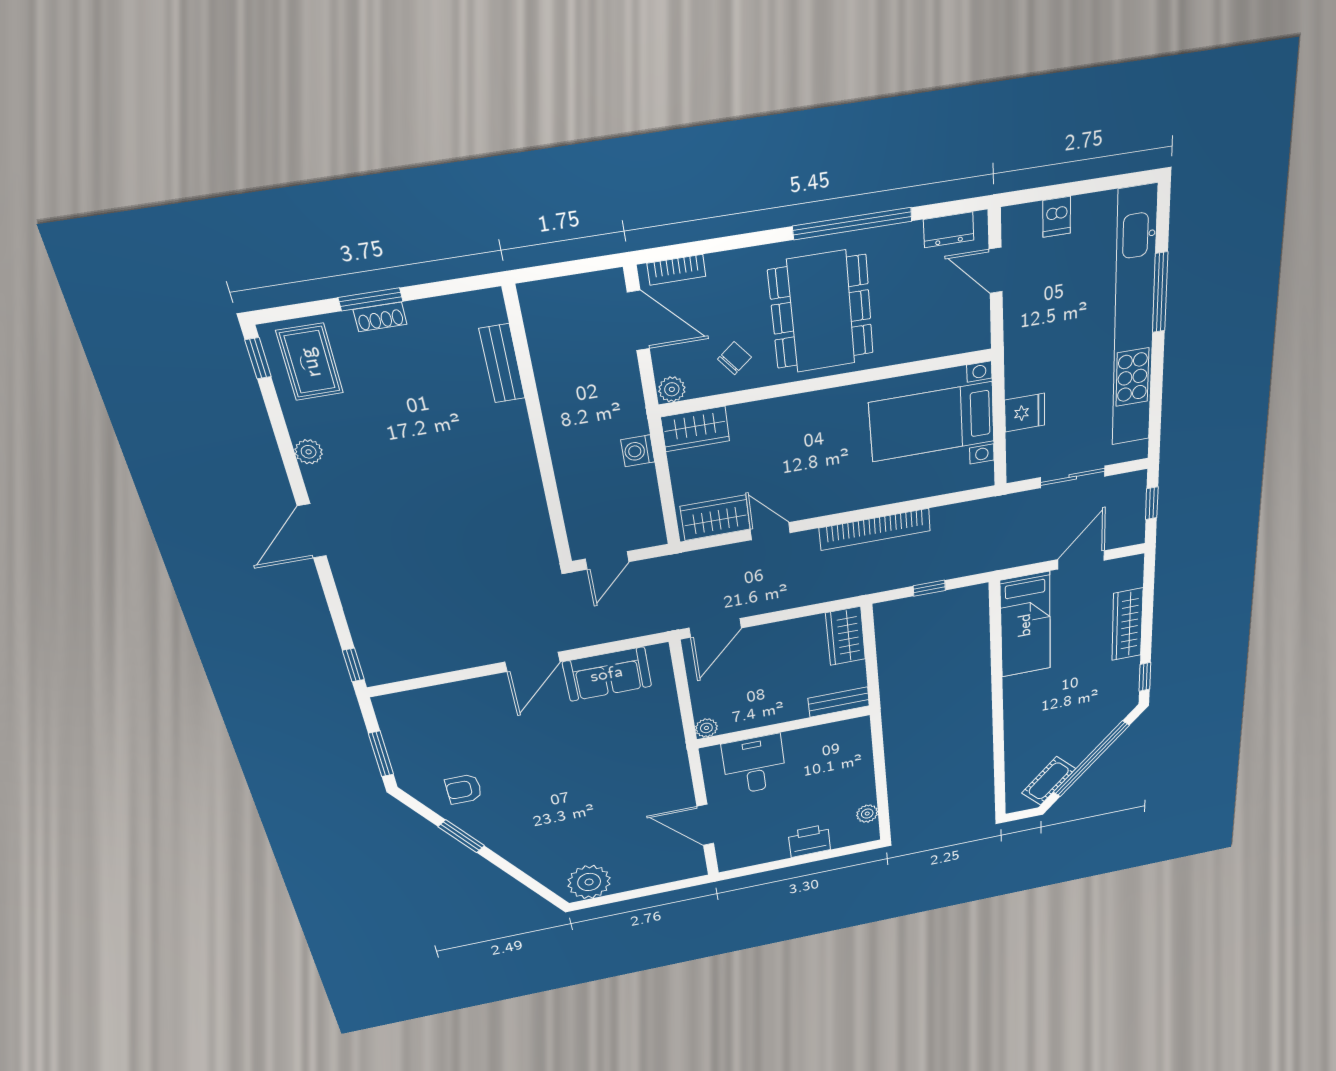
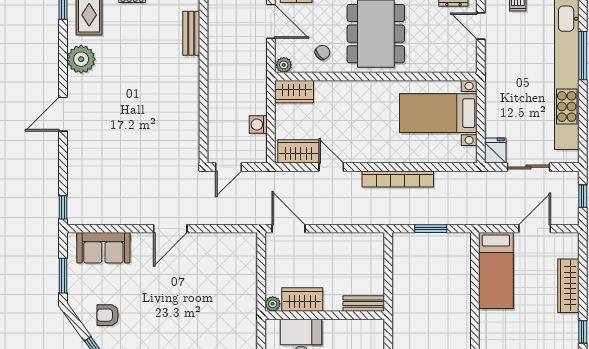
fridge: (1025, 413) -> (495, 151), moved, turned -90
washing machine: (638, 451) -> (258, 125), moved
plant: (309, 452) -> (81, 59), width x1.88, depth x1.88
window: (929, 588) -> (431, 229), width x1.50
door: (715, 628) -> (288, 229), swing flipped
wardrobe: (845, 636) -> (302, 300), moved, turned 90
sofa: (607, 674) -> (103, 248), moved

